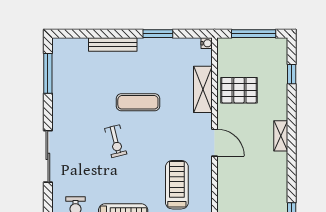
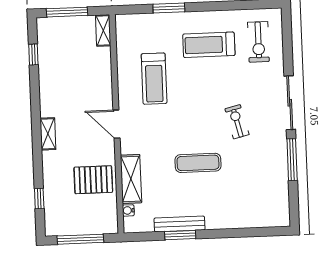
water cooler: (207, 43) -> (128, 210), moved
bench: (113, 45) -> (179, 224), moved
window: (48, 73) -> (292, 160), moved
exercise bike: (116, 141) -> (237, 122), moved

